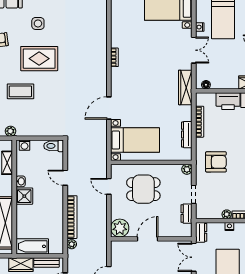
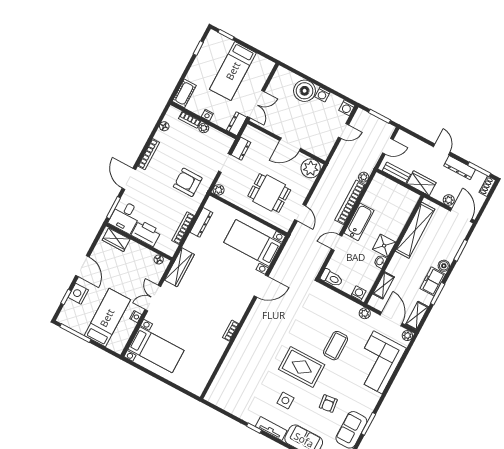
coffee table: (20, 91) -> (336, 346), turned 90
door: (65, 178) -> (337, 243), swing flipped
bathtub: (32, 246) -> (359, 222), moved, turned -90

